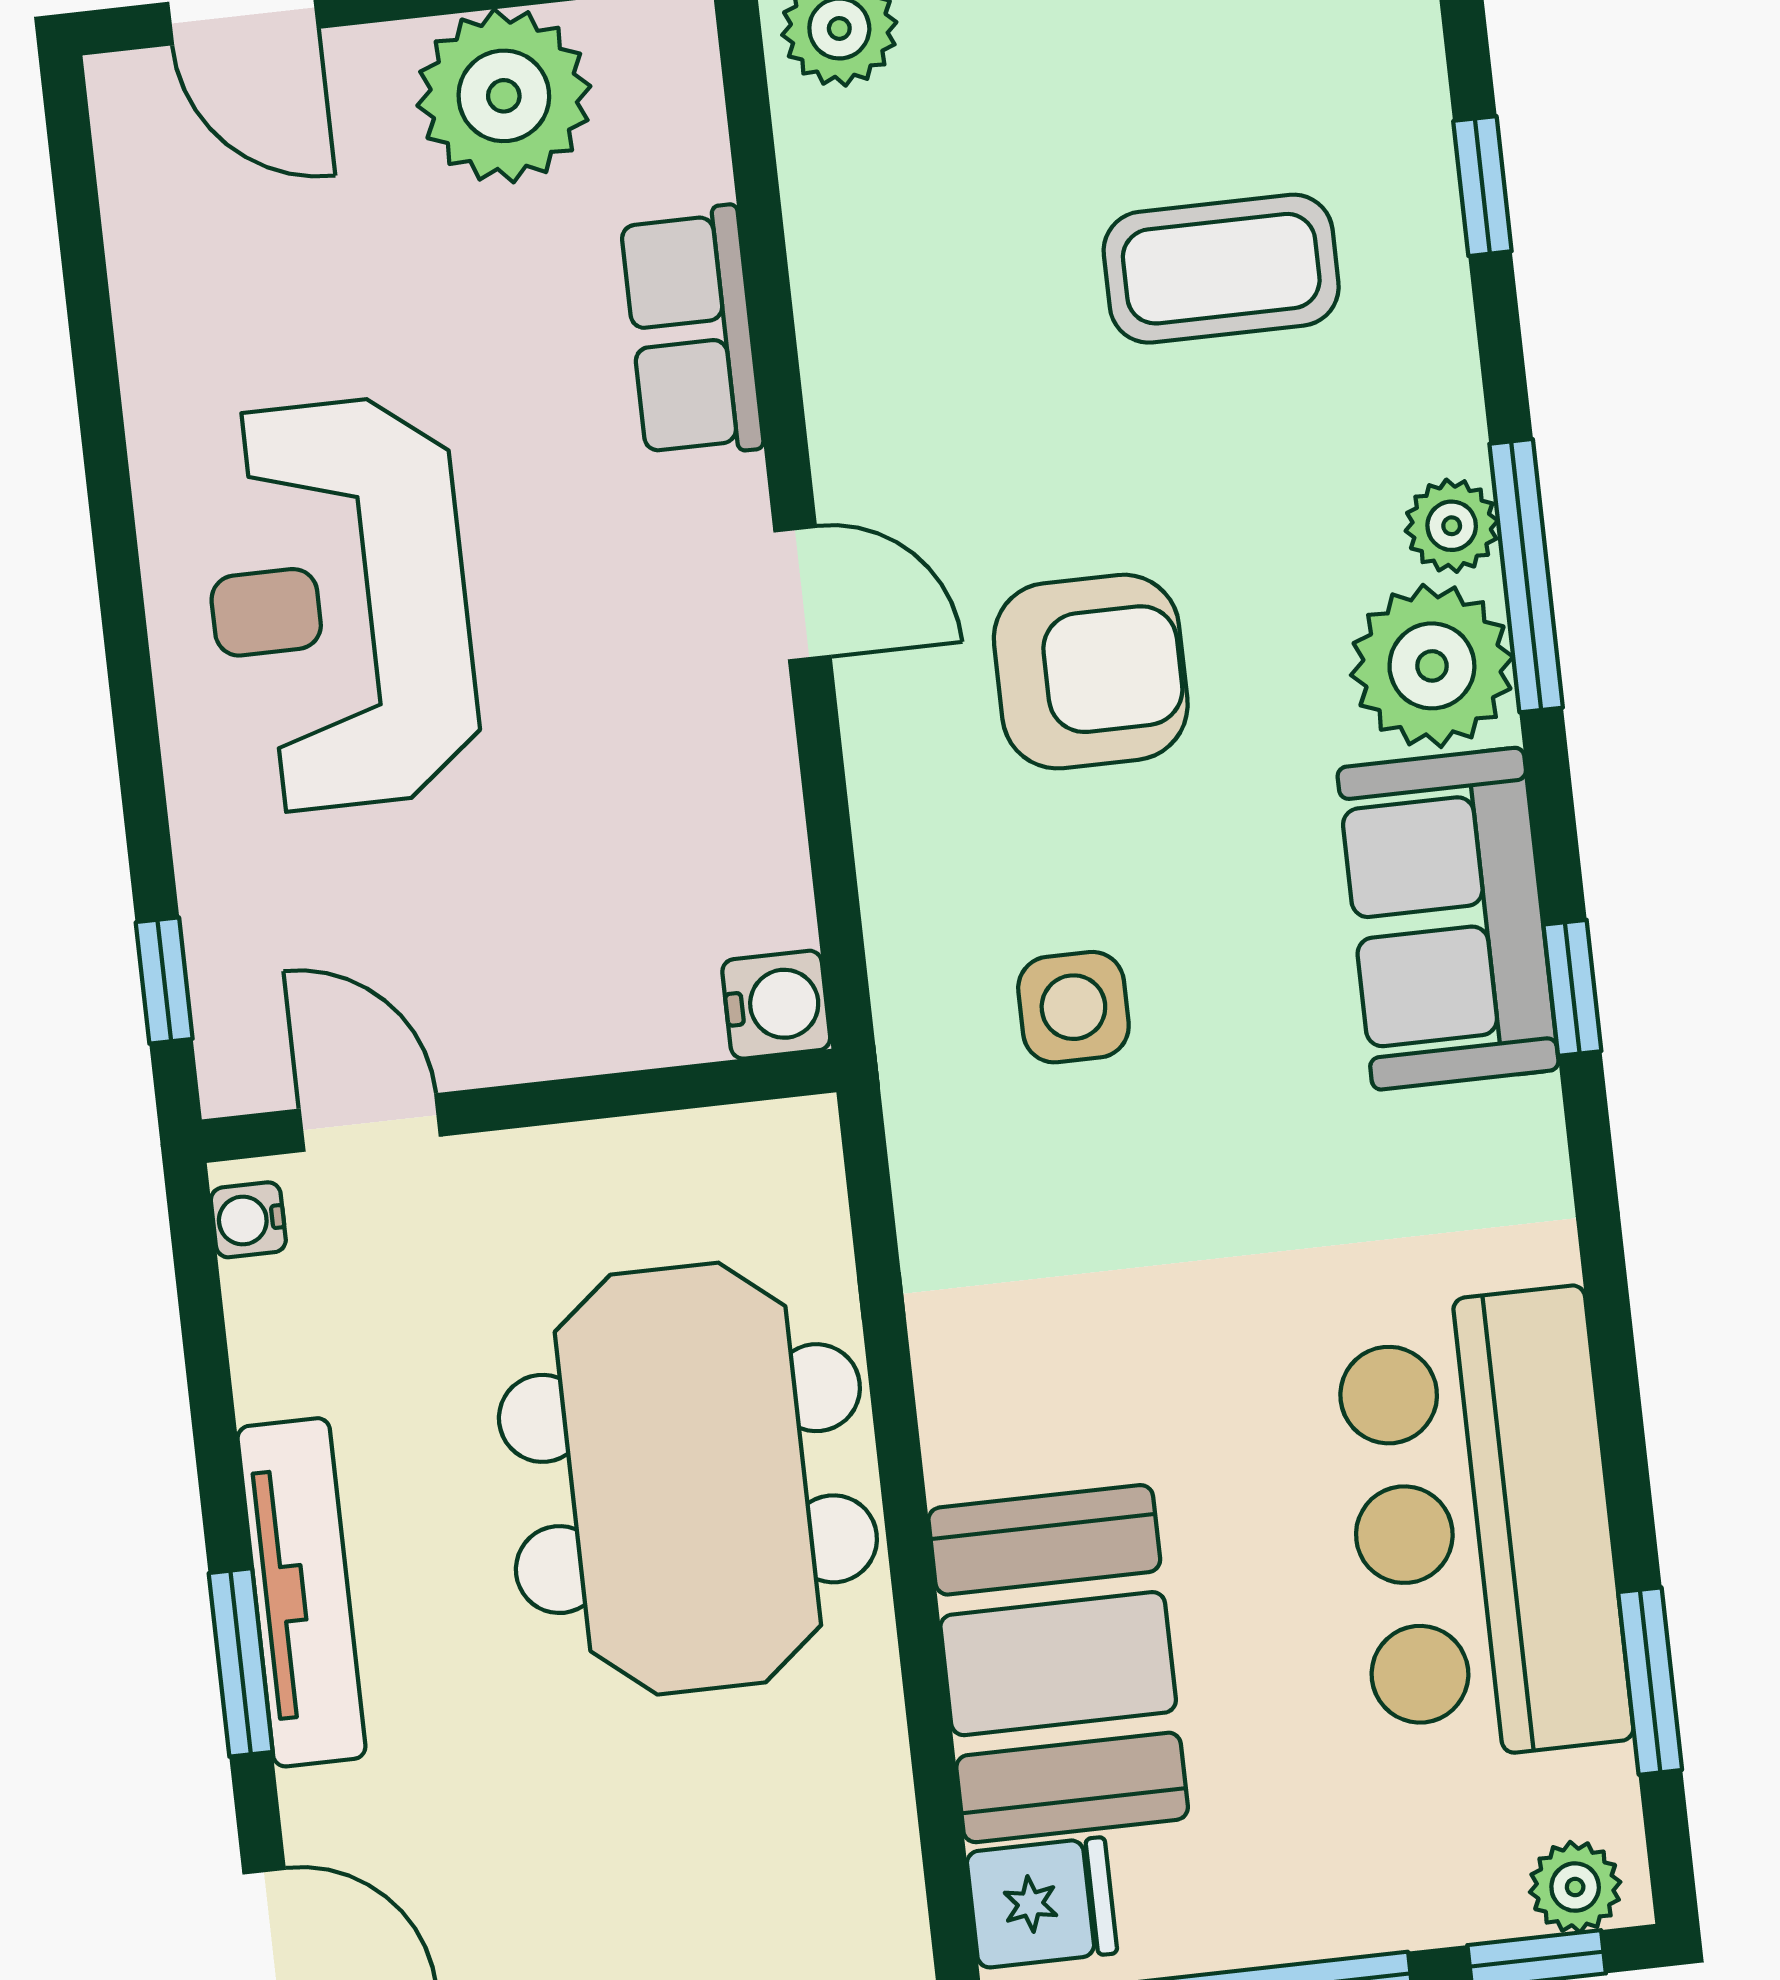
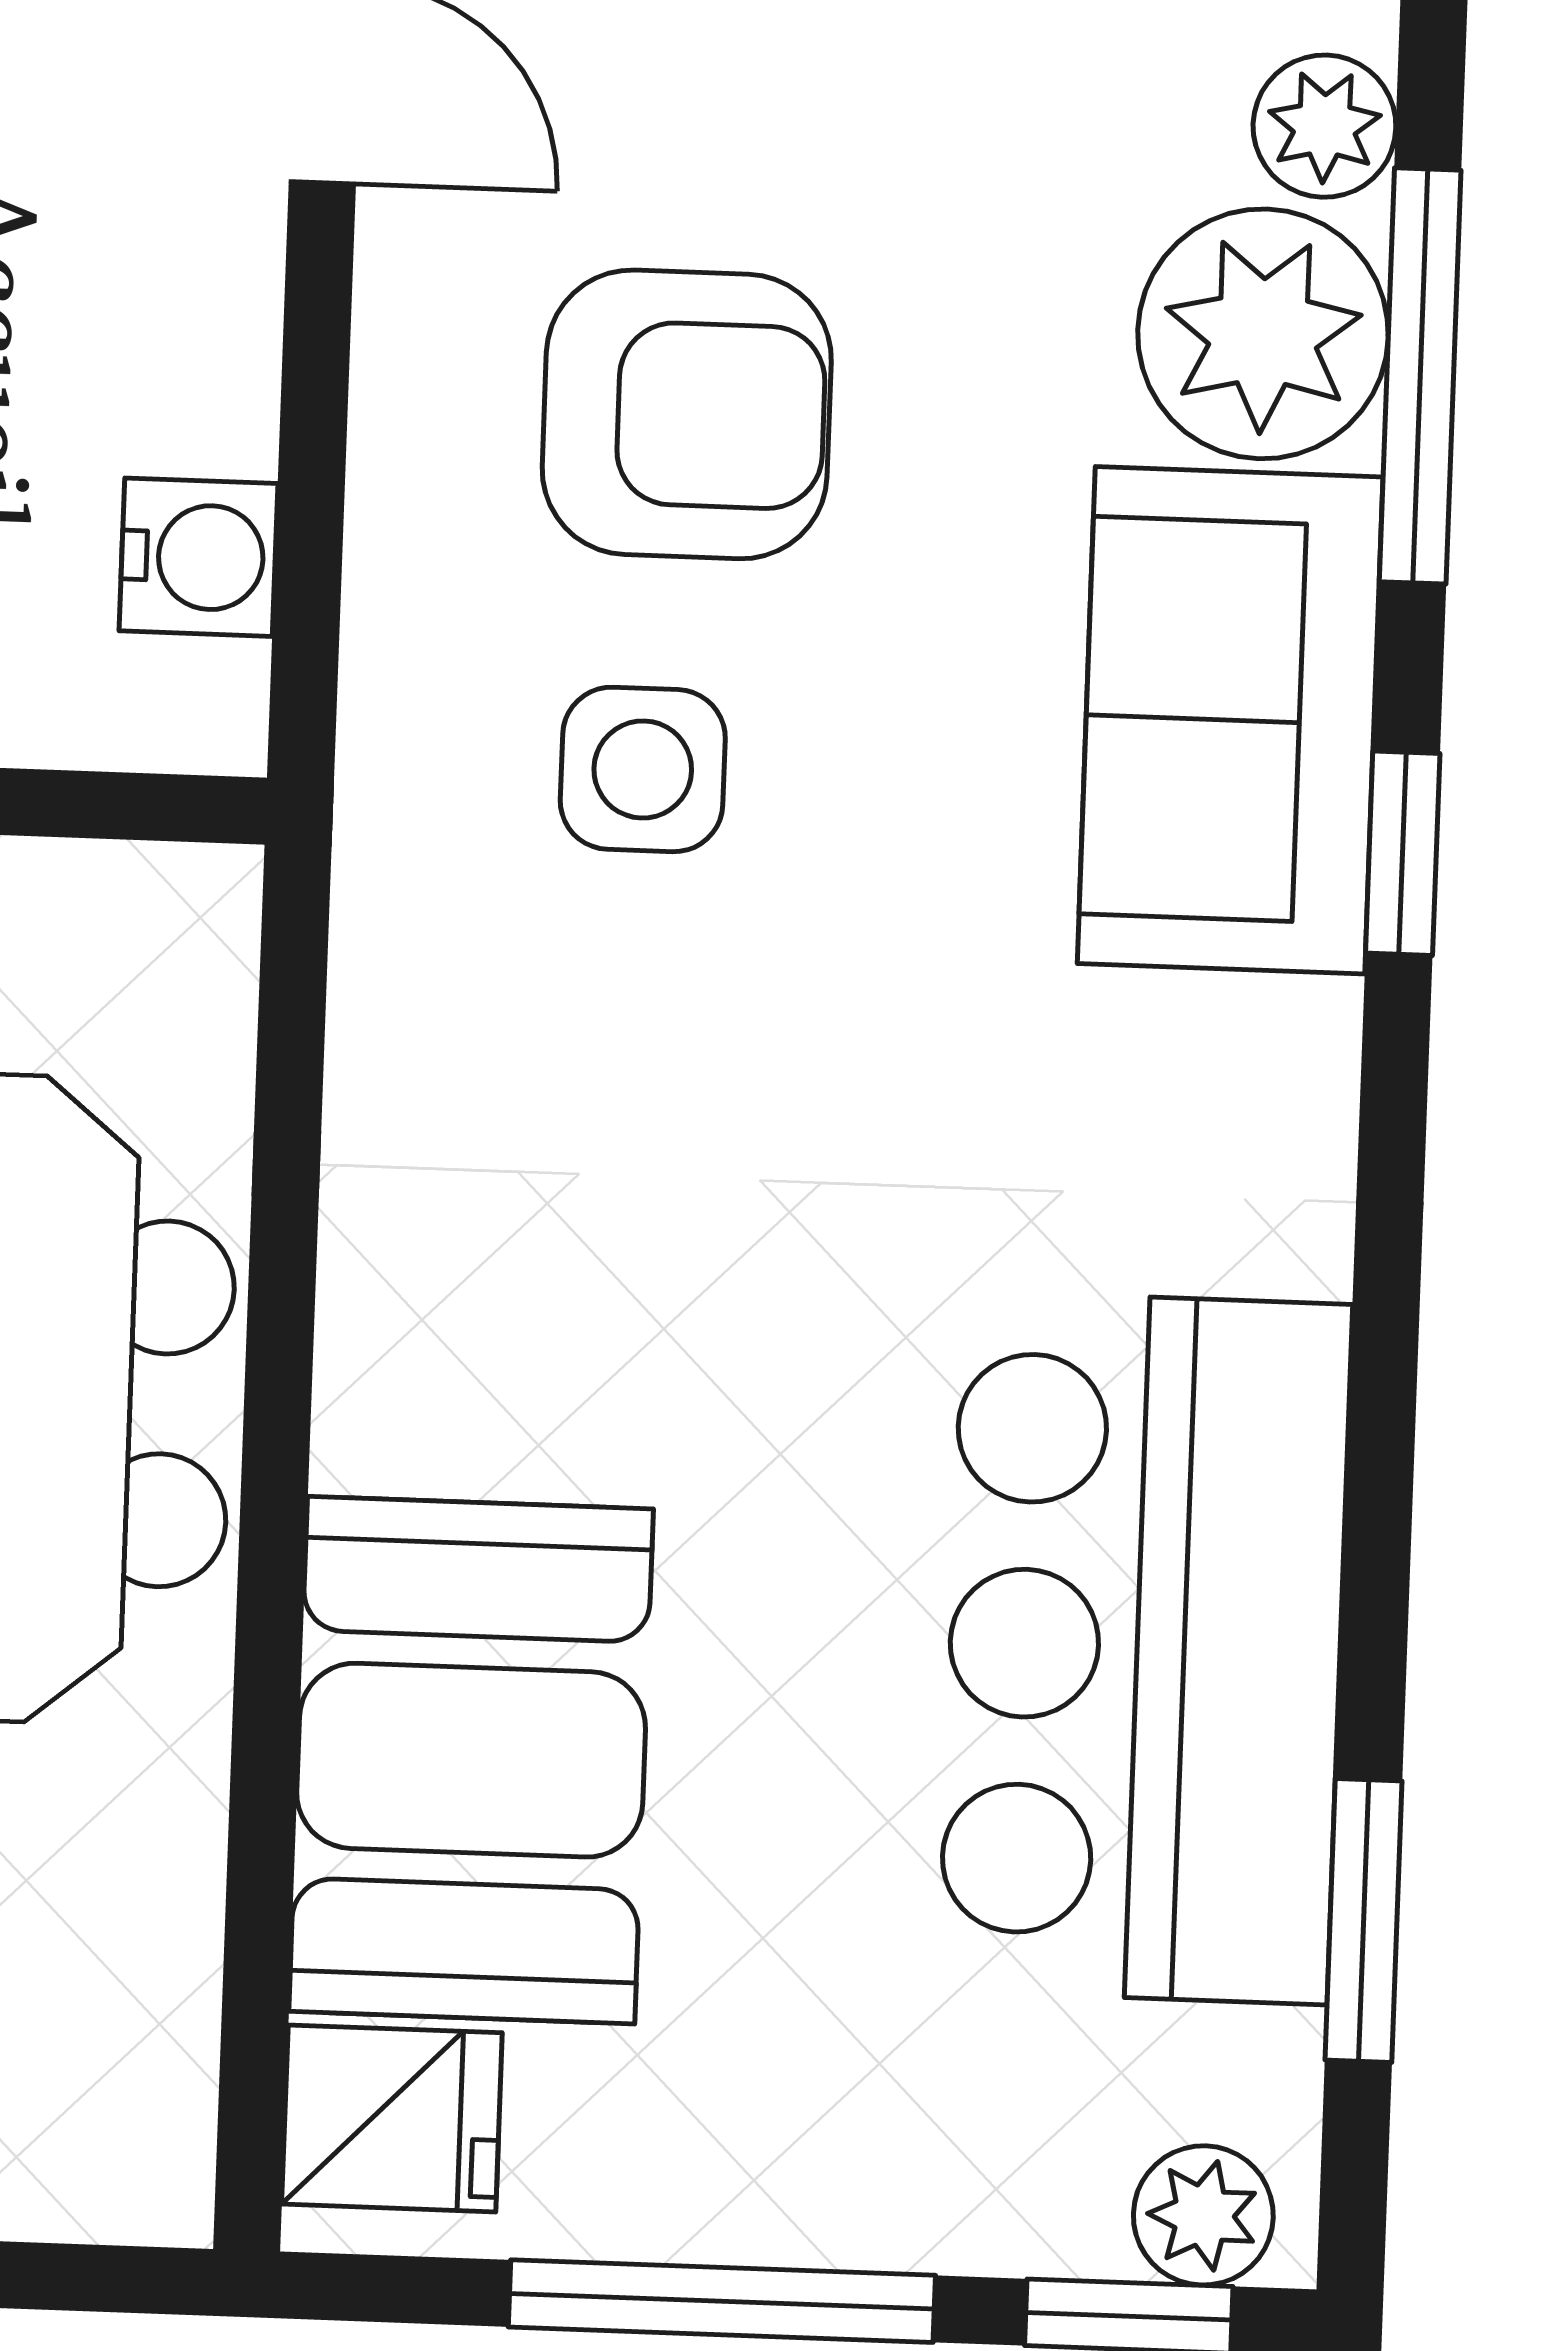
window: (1526, 576) -> (1420, 376), moved
armchair: (1091, 672) -> (687, 414), moved
water cooler: (776, 1005) -> (199, 557), moved

